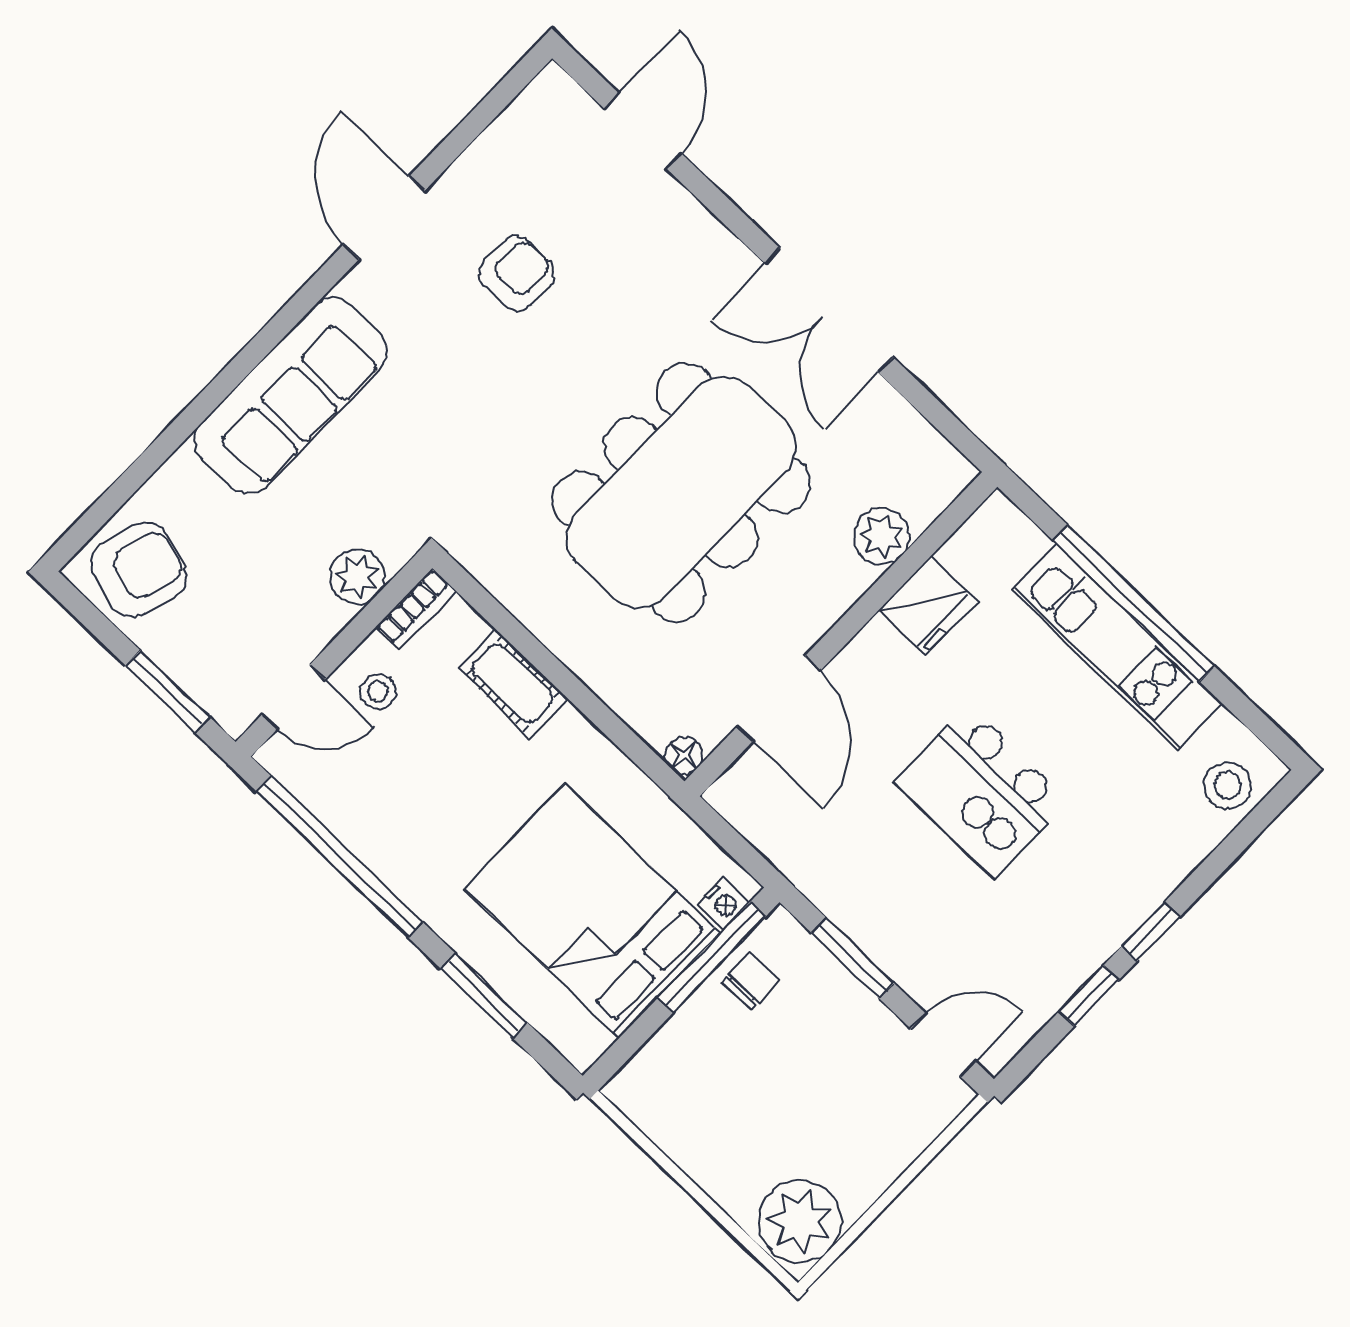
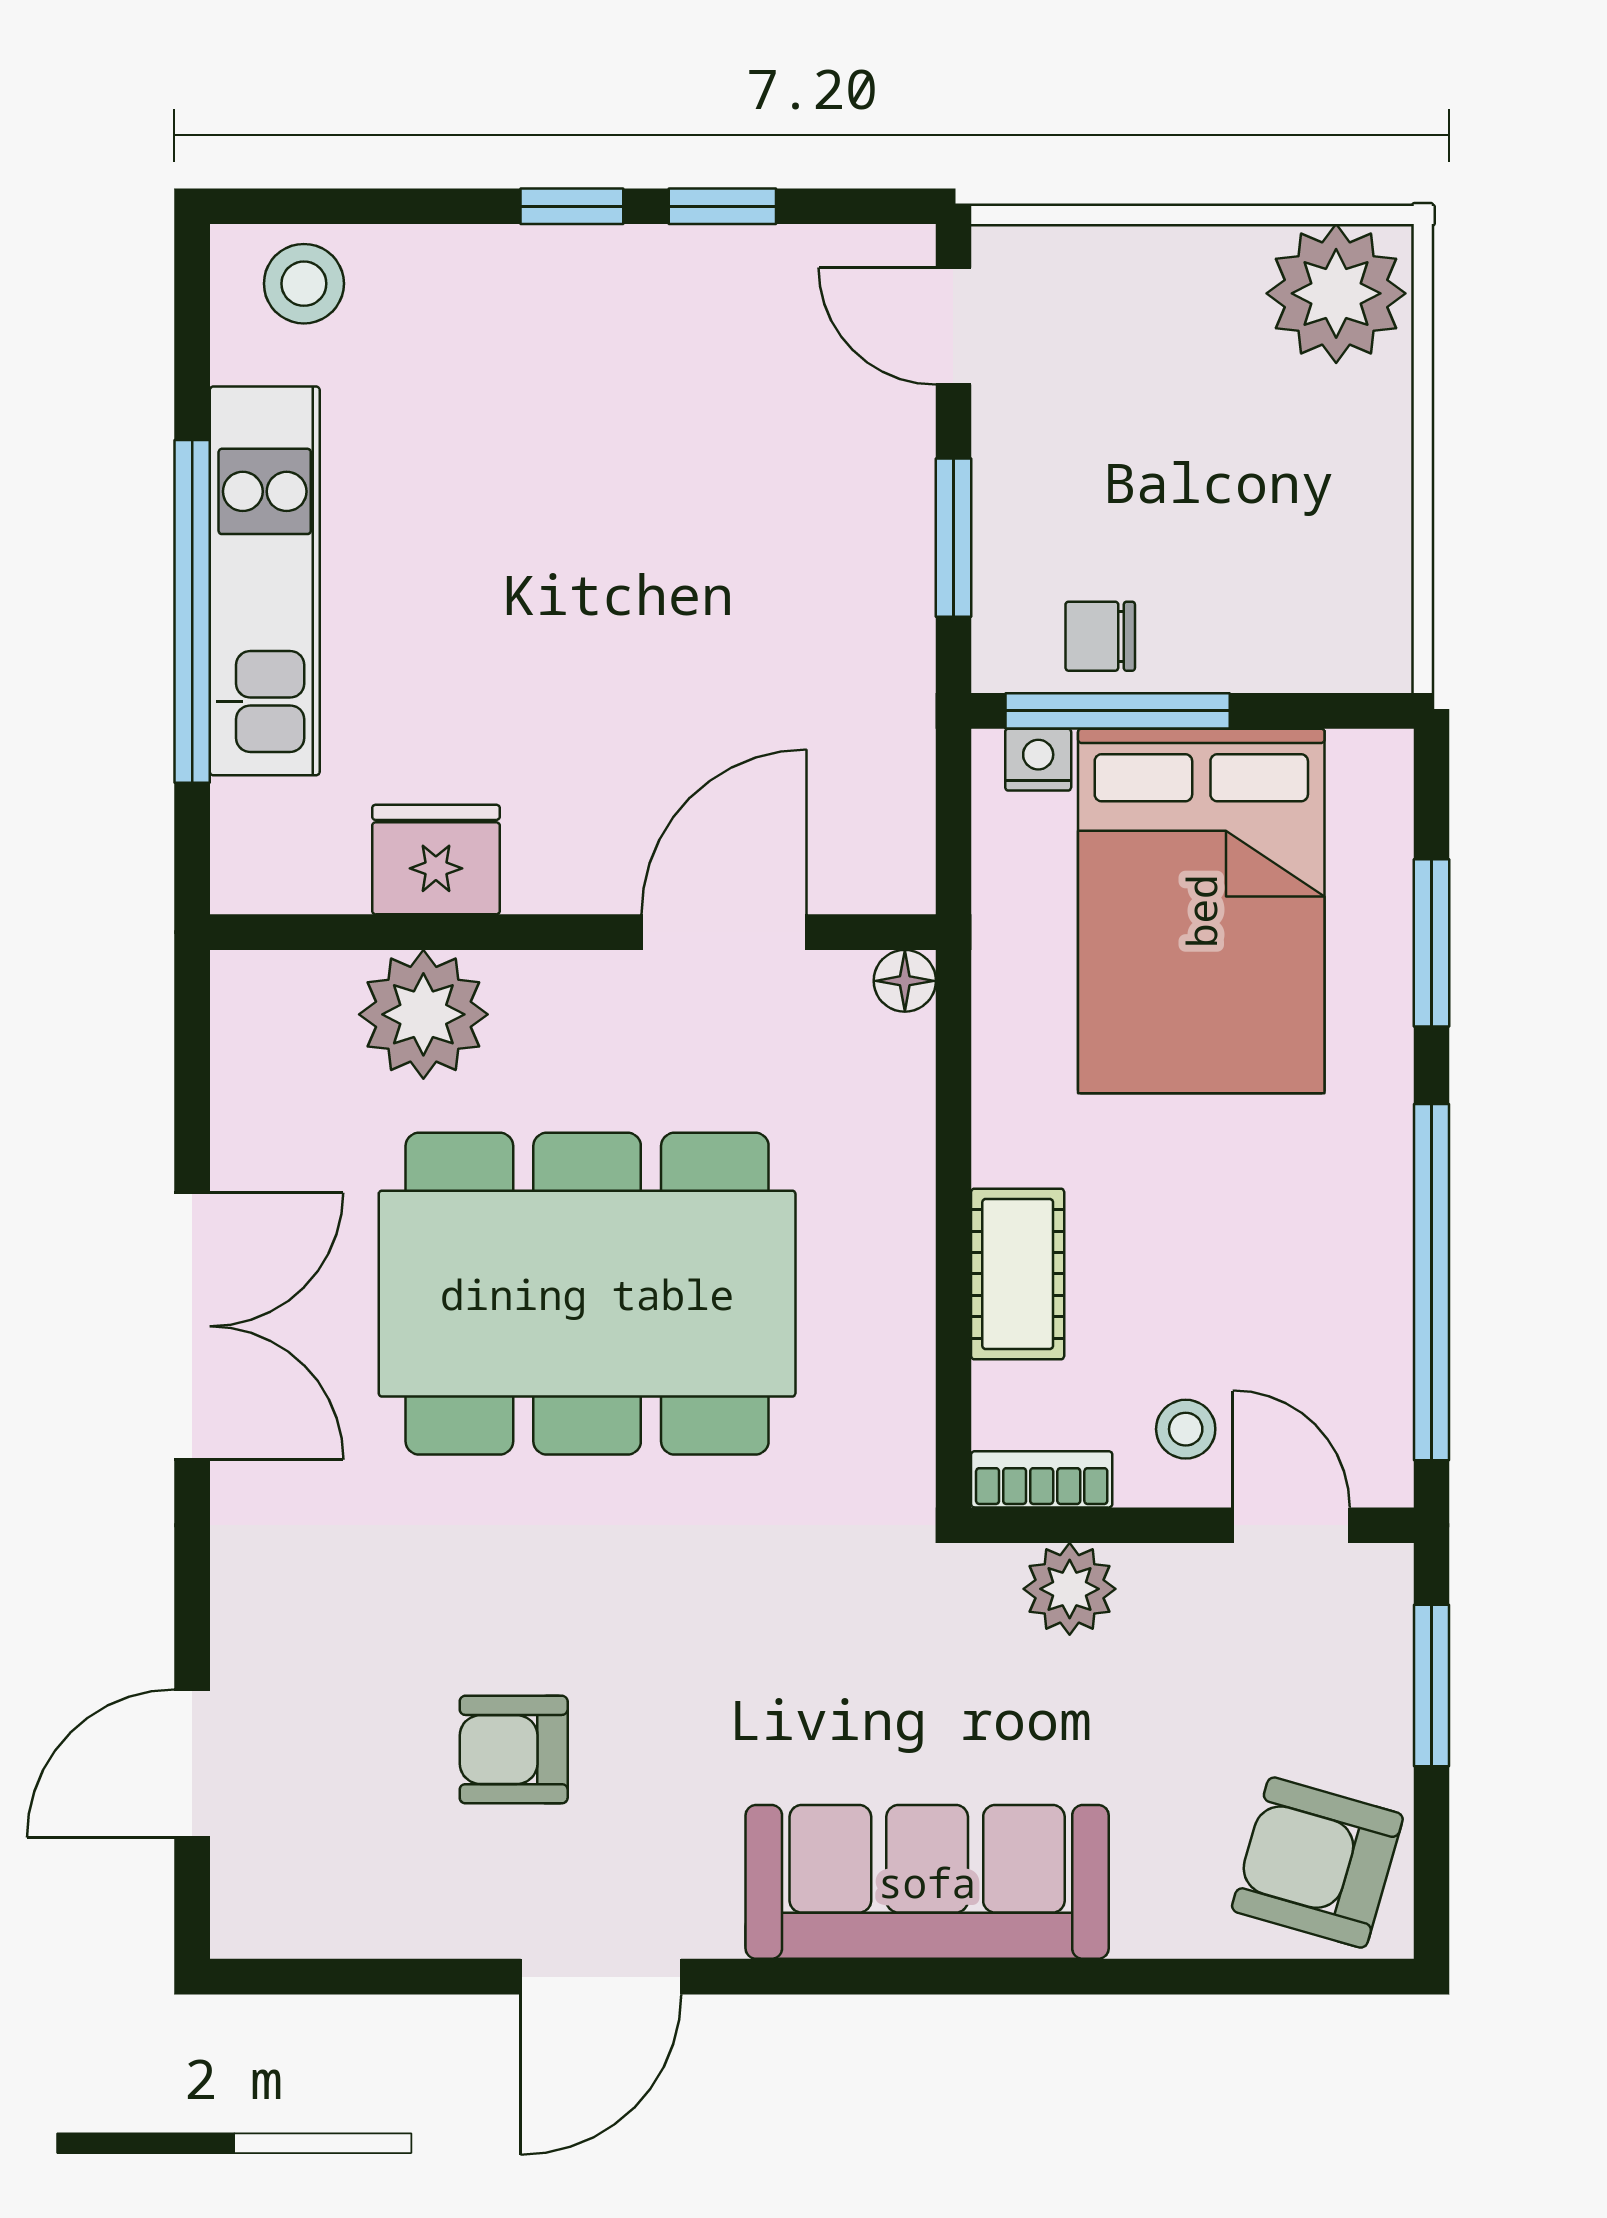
plant: (882, 536) -> (423, 1014), width x1.36, depth x1.36
kitchen island: (982, 792) -> (600, 576), removed

